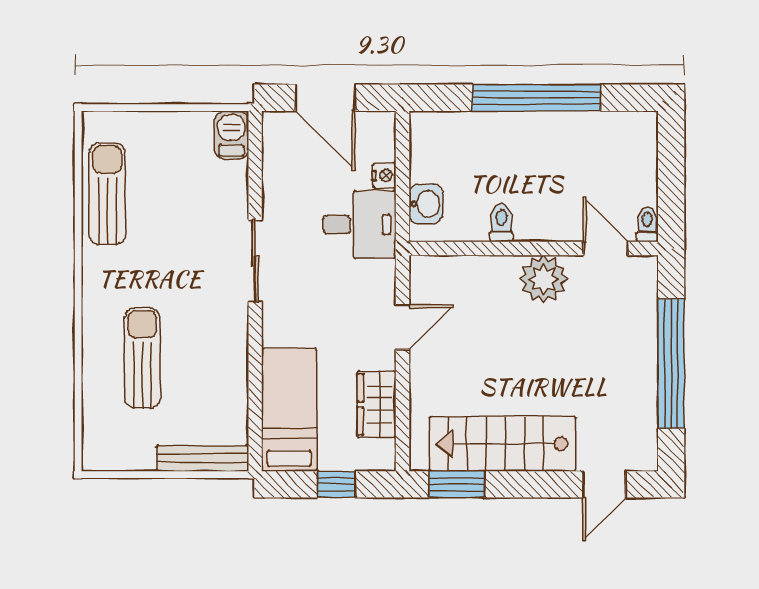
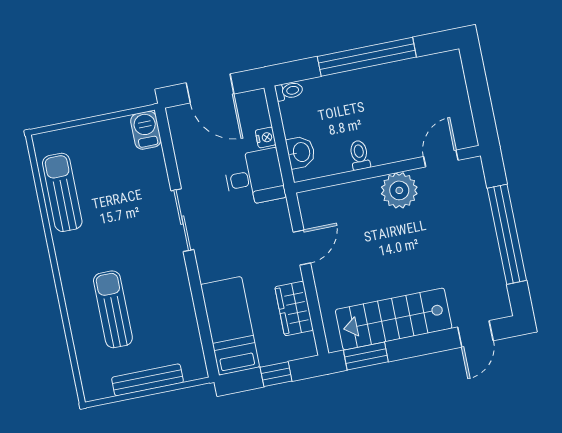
toilet: (647, 224) -> (289, 91), moved, turned 90
door: (605, 248) -> (441, 158), hinge flipped
bench: (202, 458) -> (148, 380), moved

